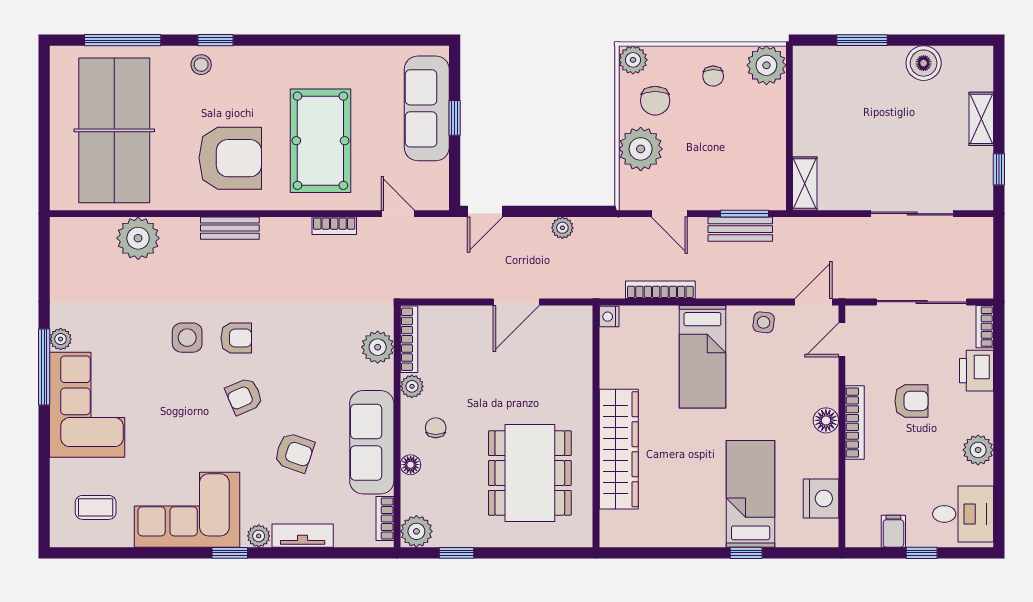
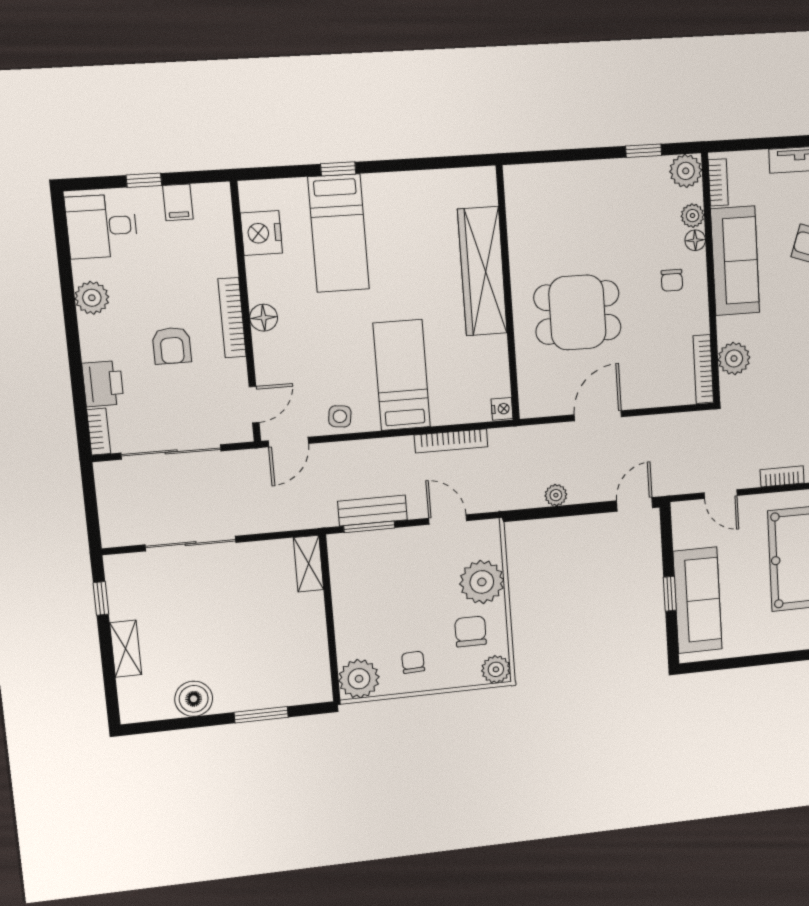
plant: (412, 386) -> (693, 216), moved
armchair: (911, 401) -> (172, 346), turned -90
dining table: (530, 473) -> (577, 312), moved, width x0.73

